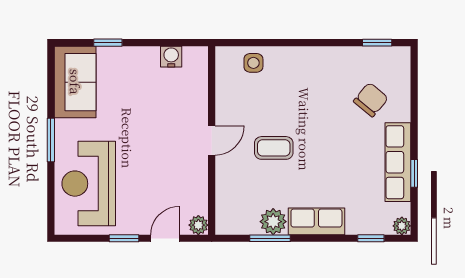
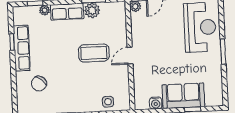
sofa: (75, 82) -> (183, 96), moved, turned 90
coffee table: (274, 148) -> (94, 53), width x1.36, depth x1.30
plant: (402, 226) -> (45, 10), moved

